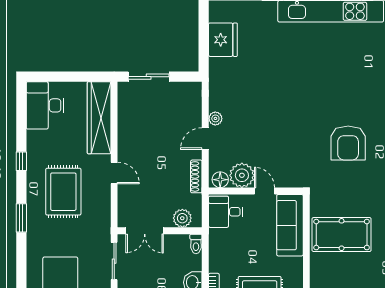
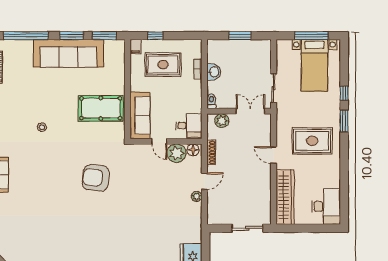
armchair: (348, 143) -> (96, 178), turned -83
window: (21, 161) -> (344, 93), moved
rug: (63, 192) -> (312, 141), turned 90

